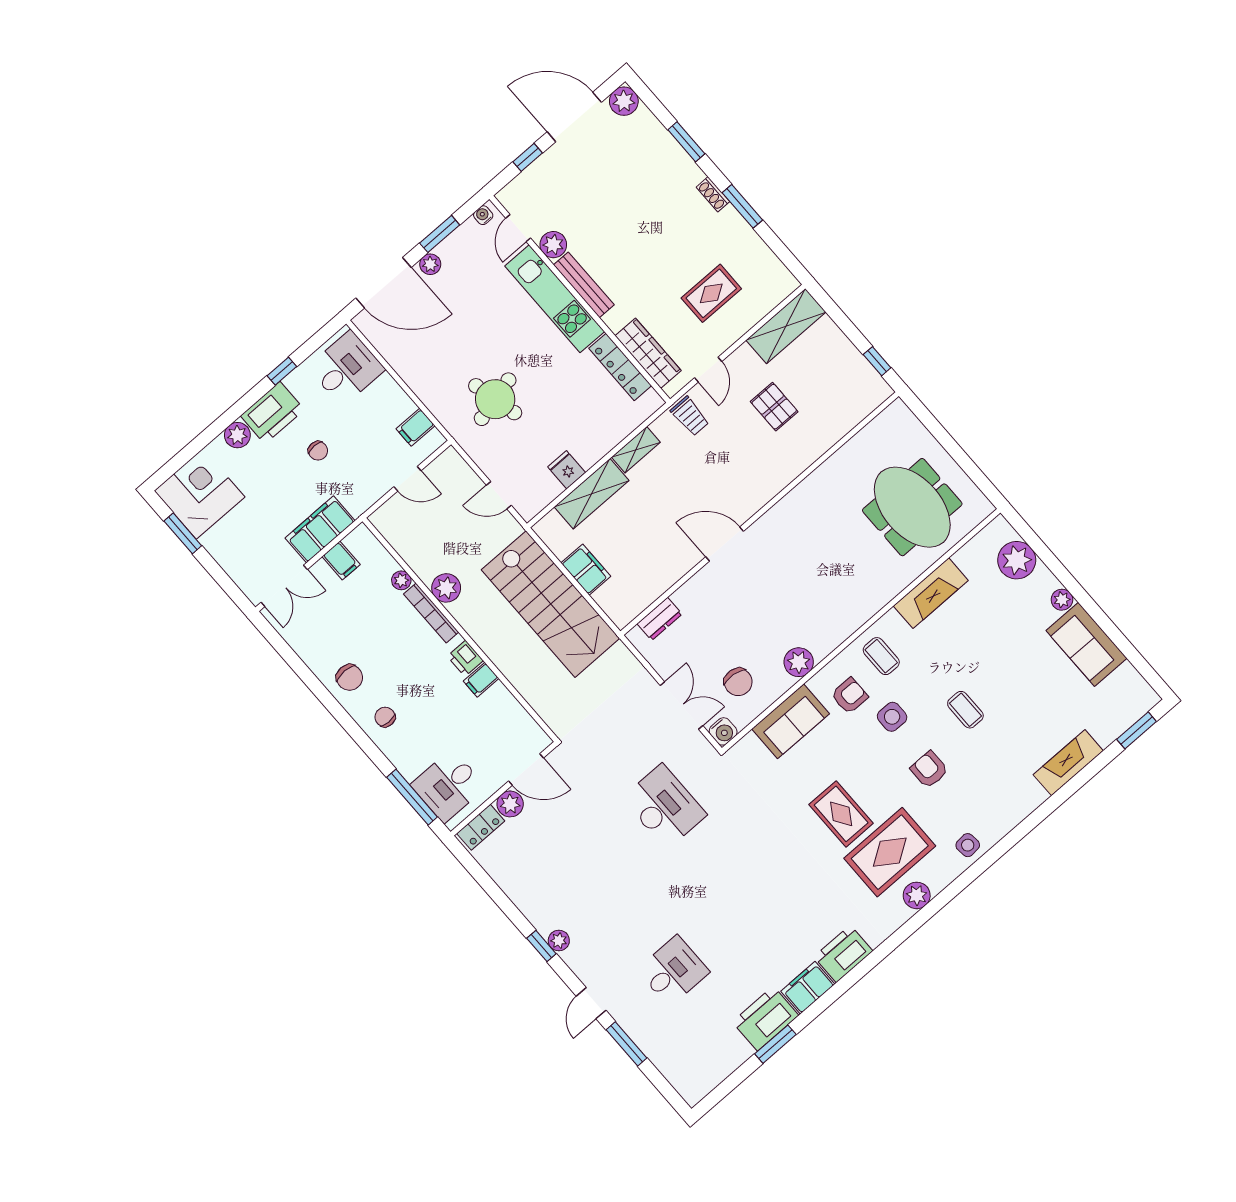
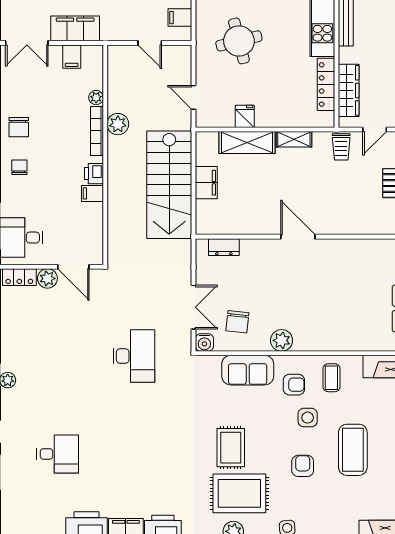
coffee table: (965, 710) -> (353, 450), width x1.86, depth x1.72

